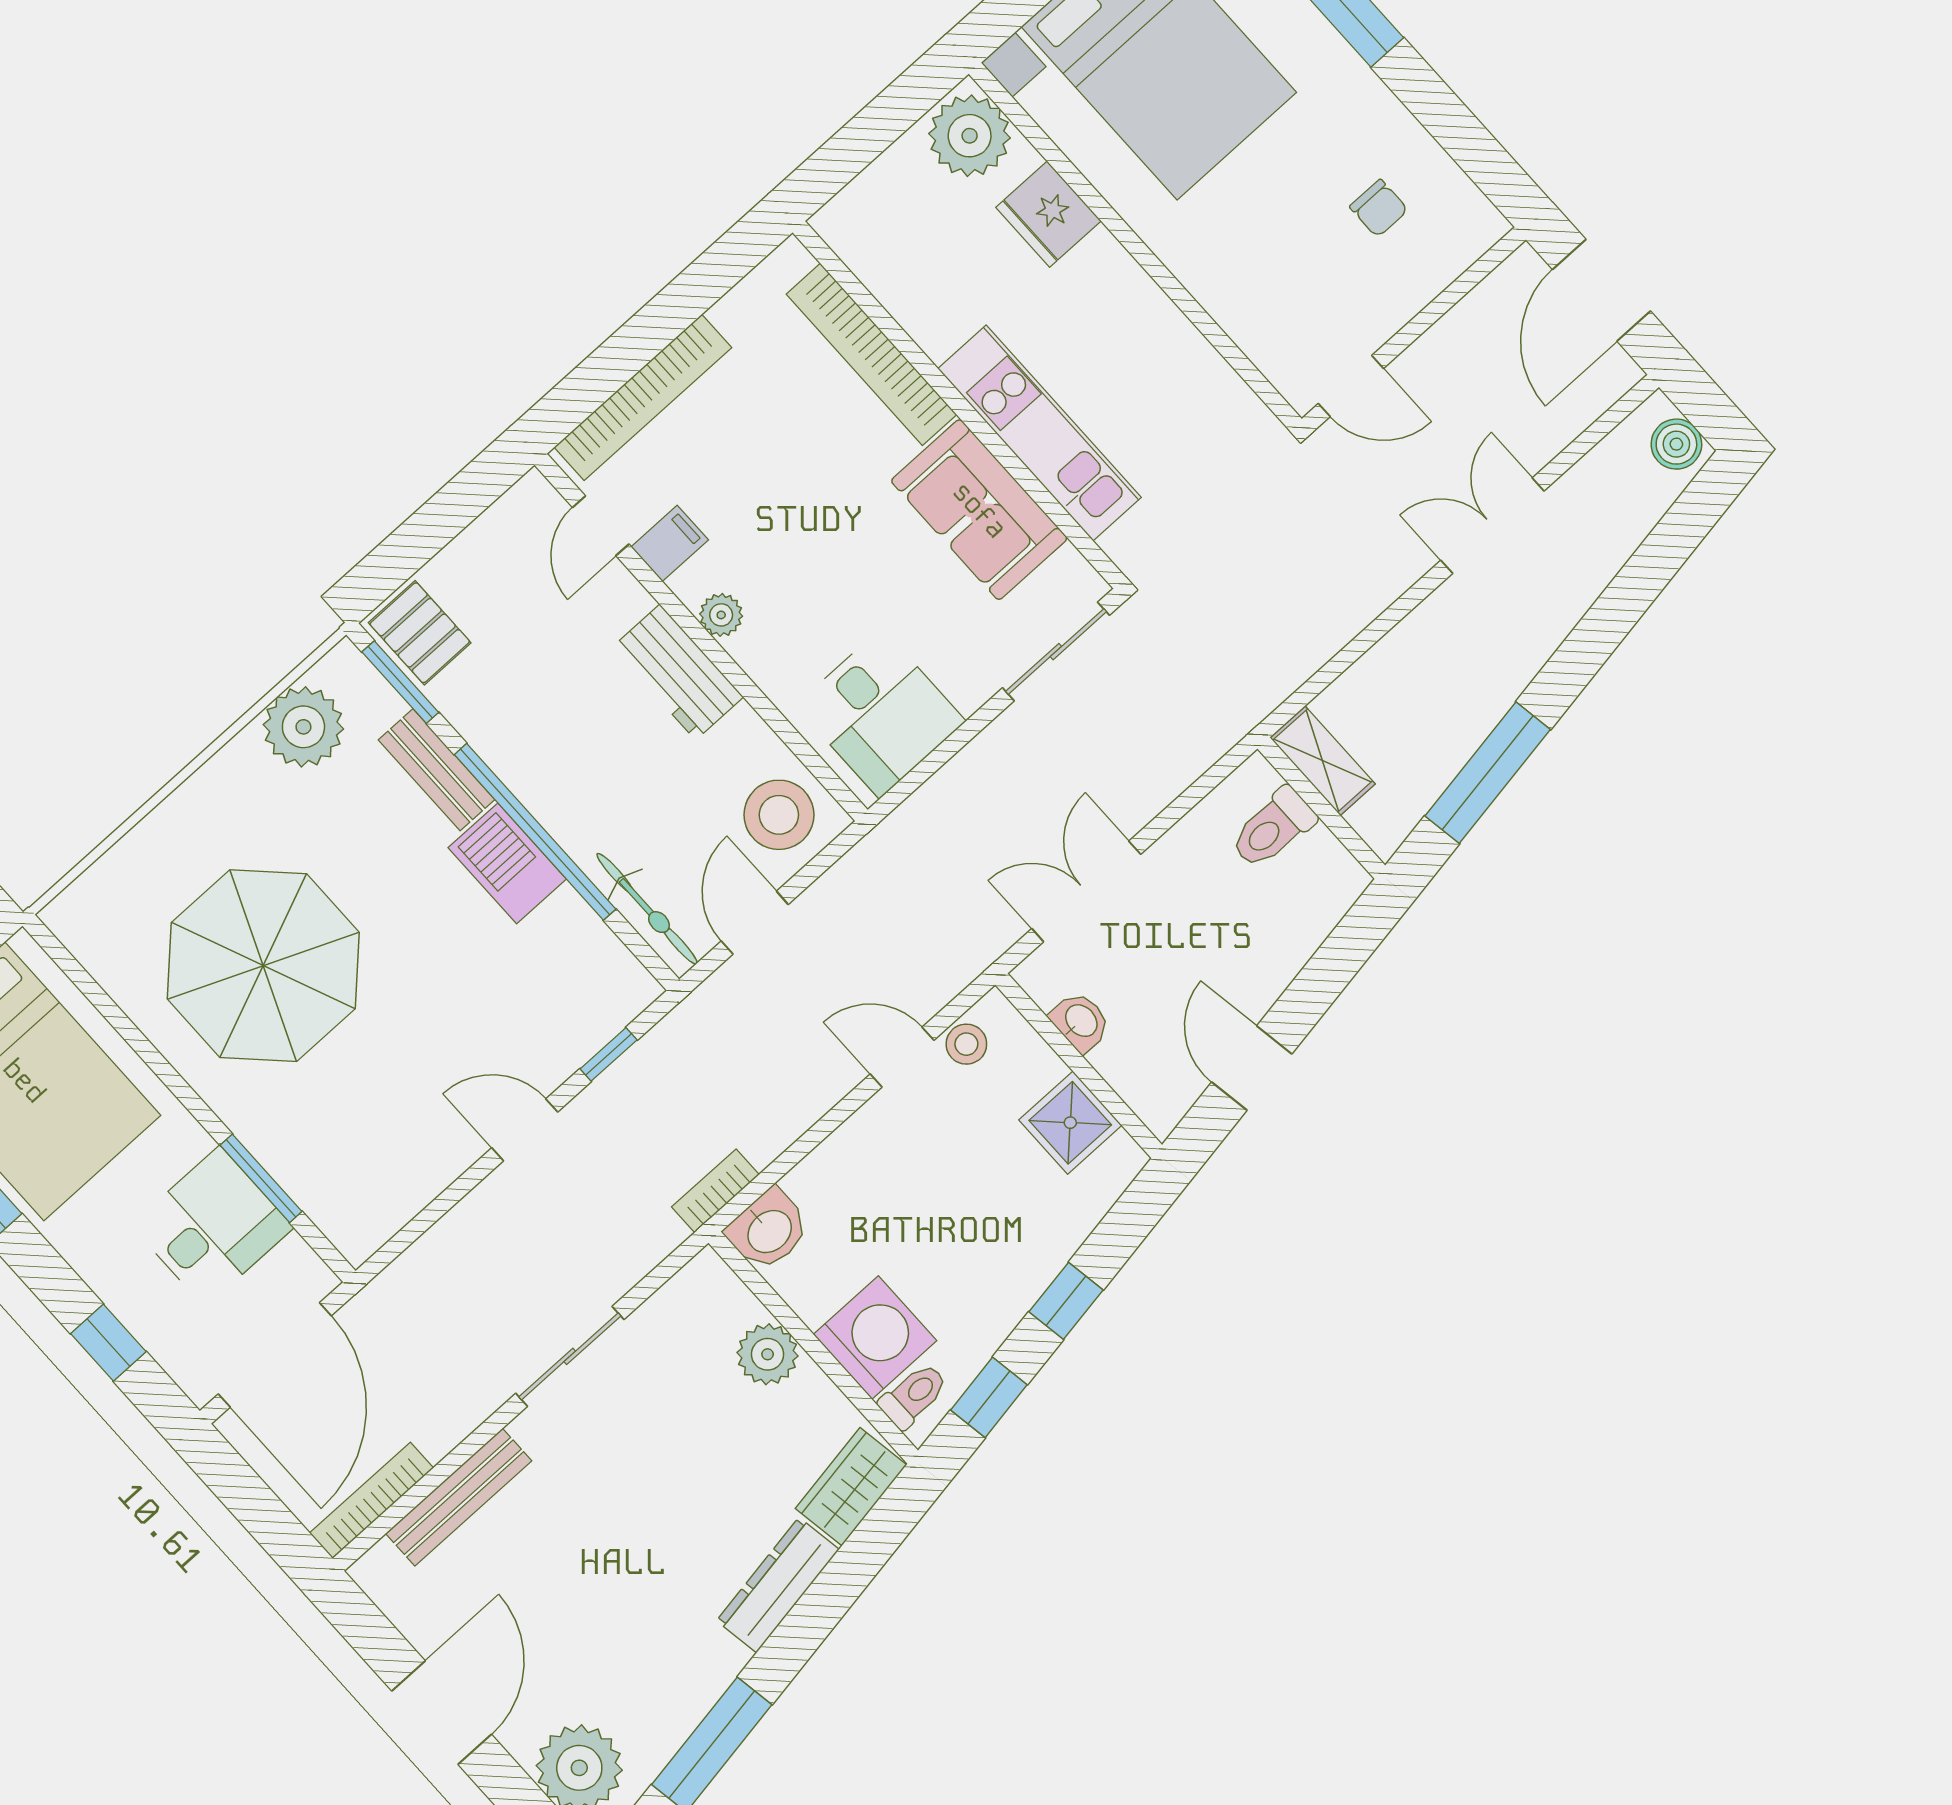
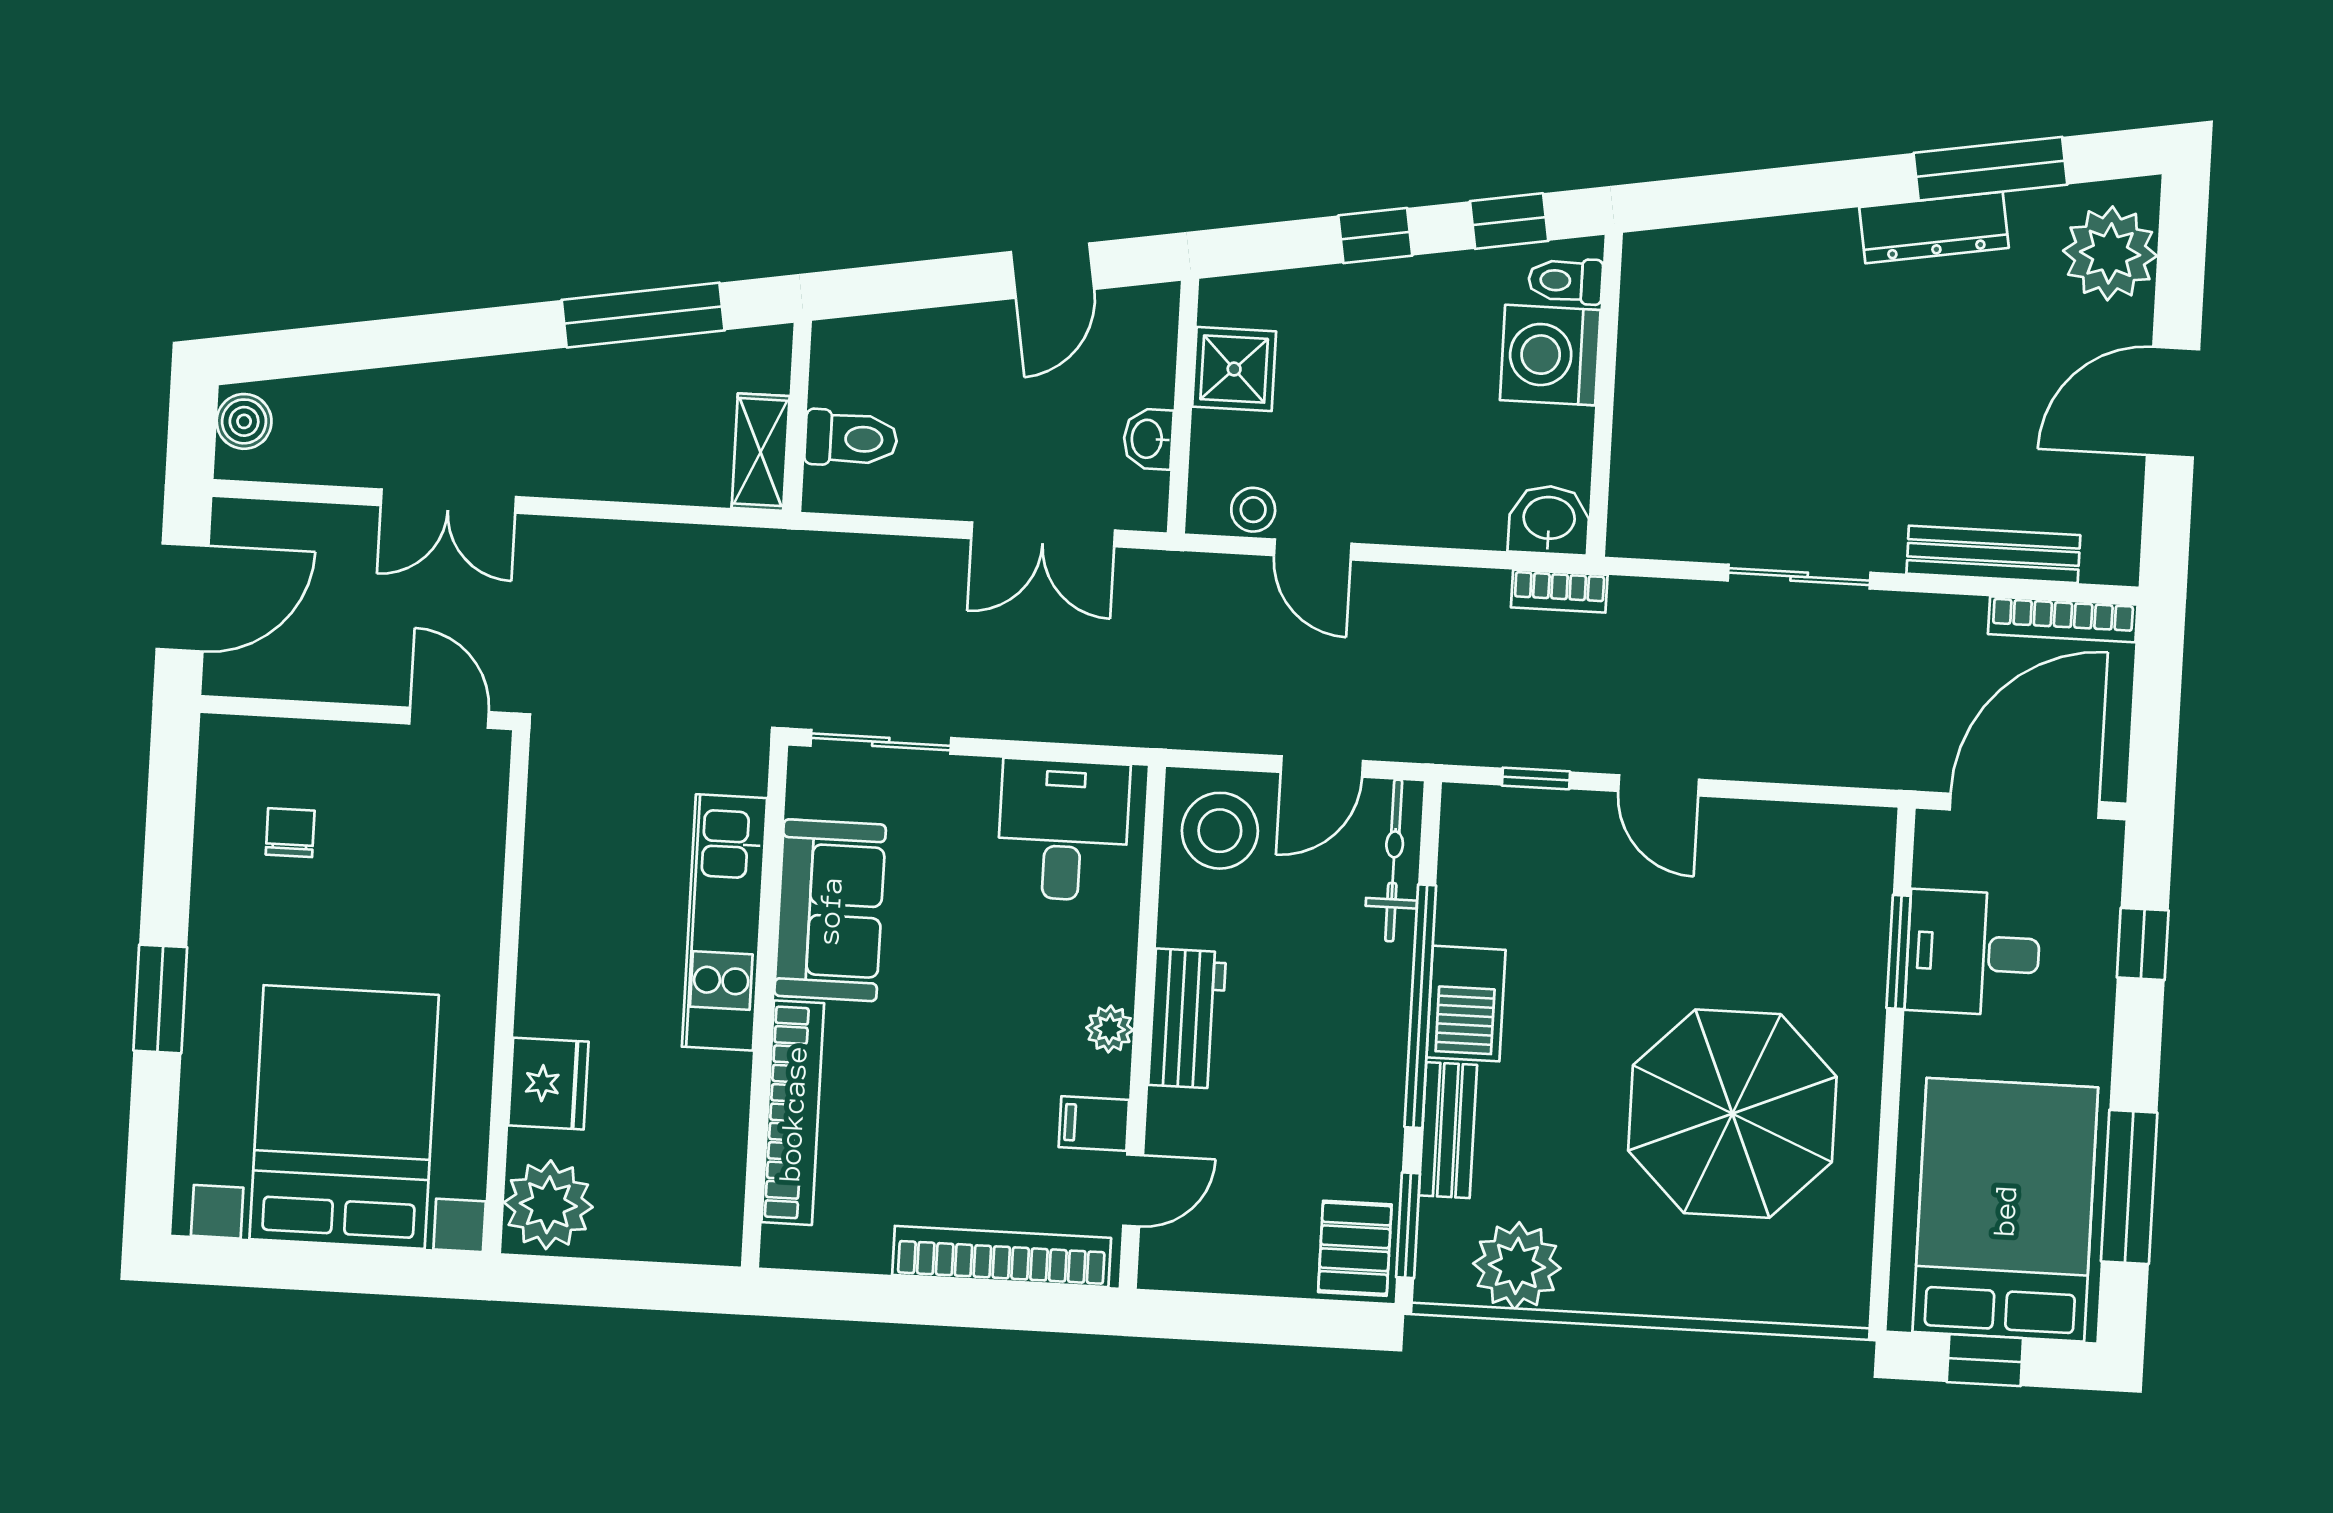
plant: (768, 1354) -> (1646, 425), removed
wardrobe: (851, 1487) -> (1684, 259), removed
dresser: (778, 1585) -> (1934, 227), moved

